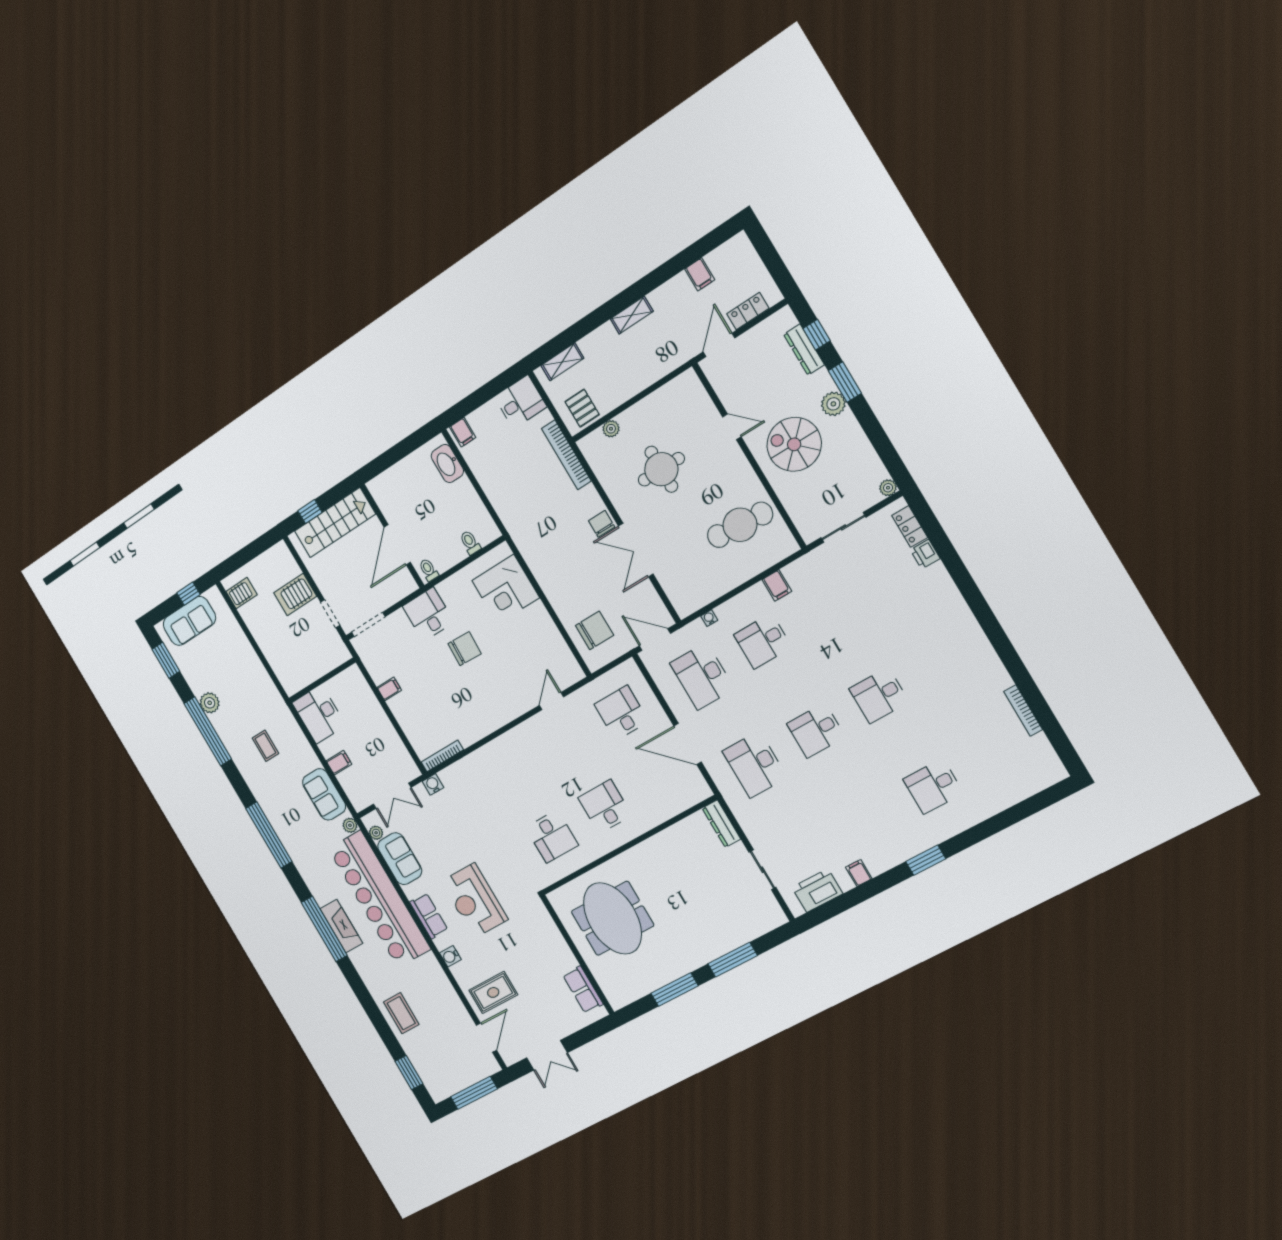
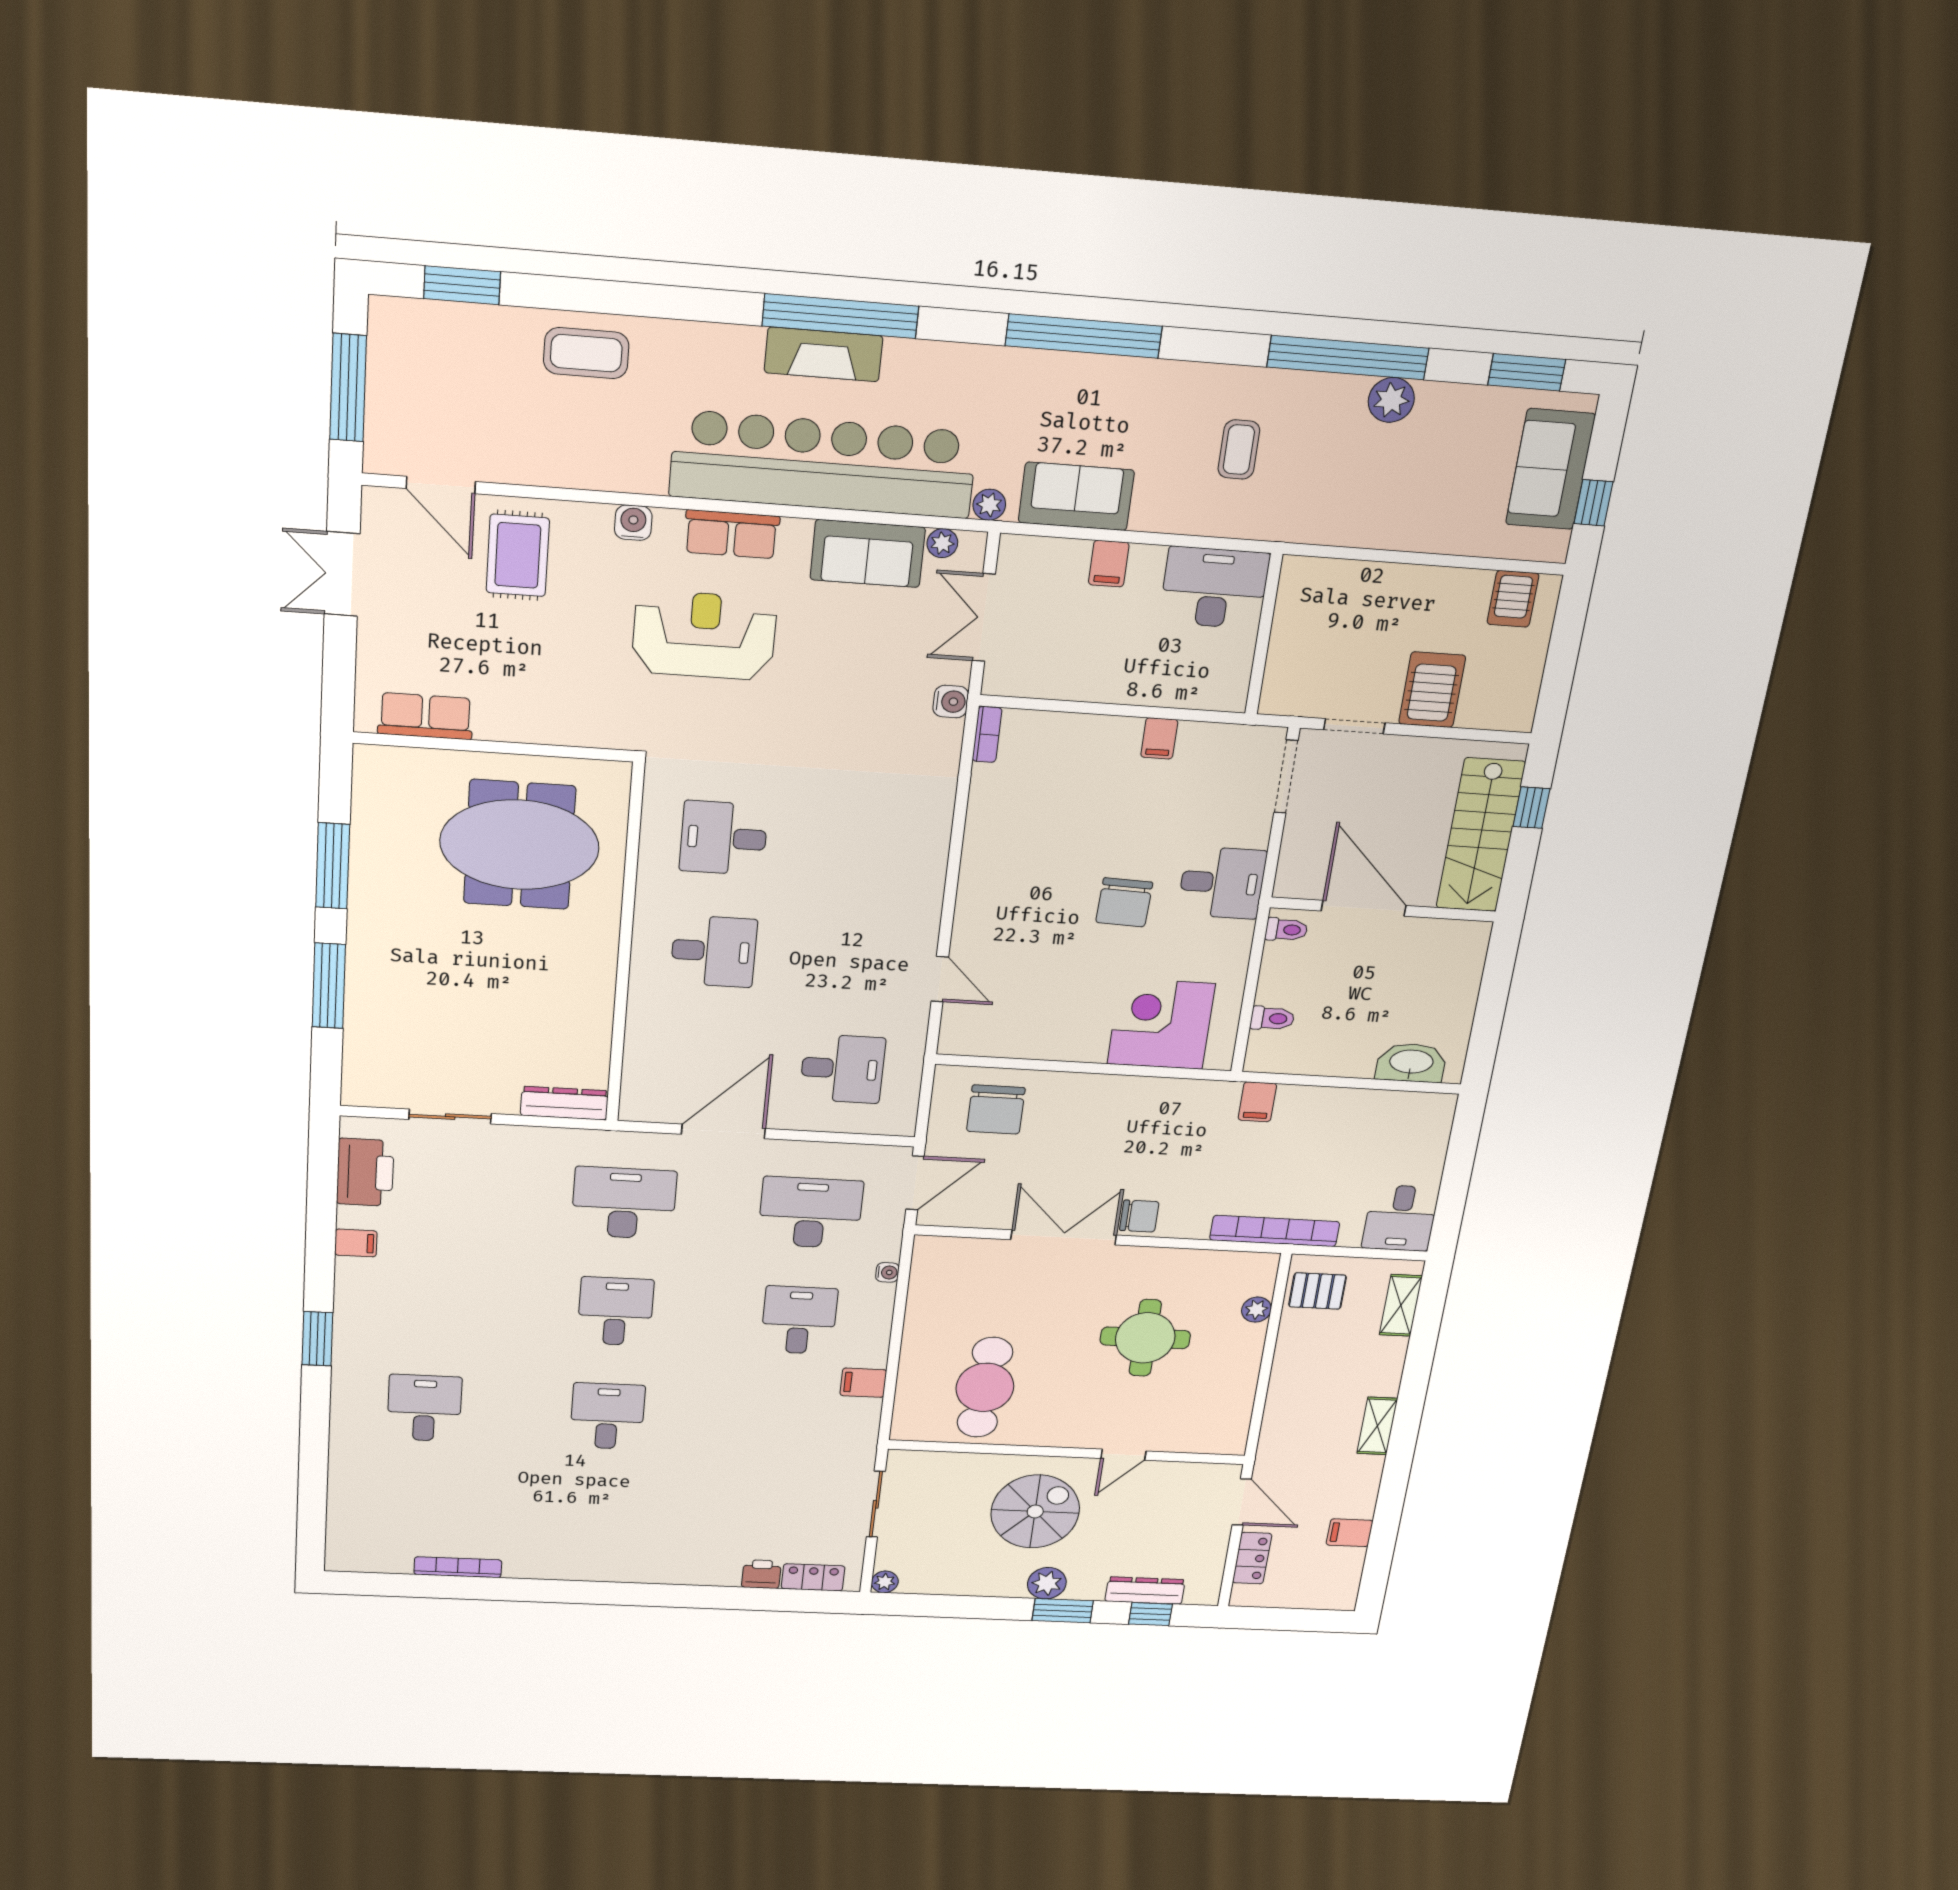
filing cabinet: (463, 432) -> (1257, 1102), moved, turned -90
coffee table: (265, 746) -> (1239, 450), turned 90
bookcase: (442, 756) -> (987, 734), width x0.64

